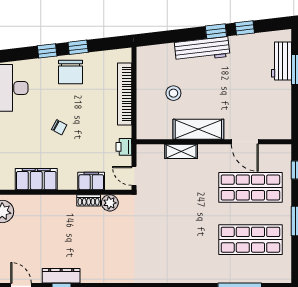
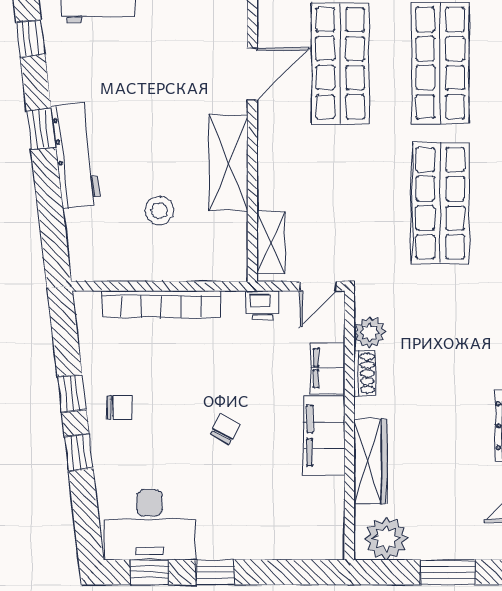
window: (245, 28) -> (30, 38), moved
chair: (71, 72) -> (119, 408), width x0.54, depth x0.54
shelving: (181, 151) -> (271, 243), moved
filing cabinet: (36, 179) -> (324, 436), moved
wardrobe: (42, 203) -> (370, 461), added
shop shelf: (177, 240) -> (440, 203), added

